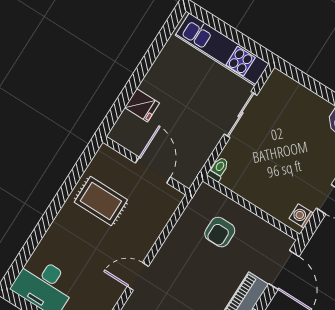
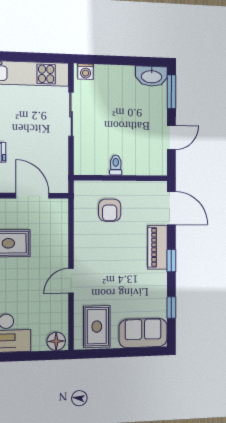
toilet: (218, 169) -> (116, 165), moved
washing machine: (301, 216) -> (86, 72), moved, turned -90

